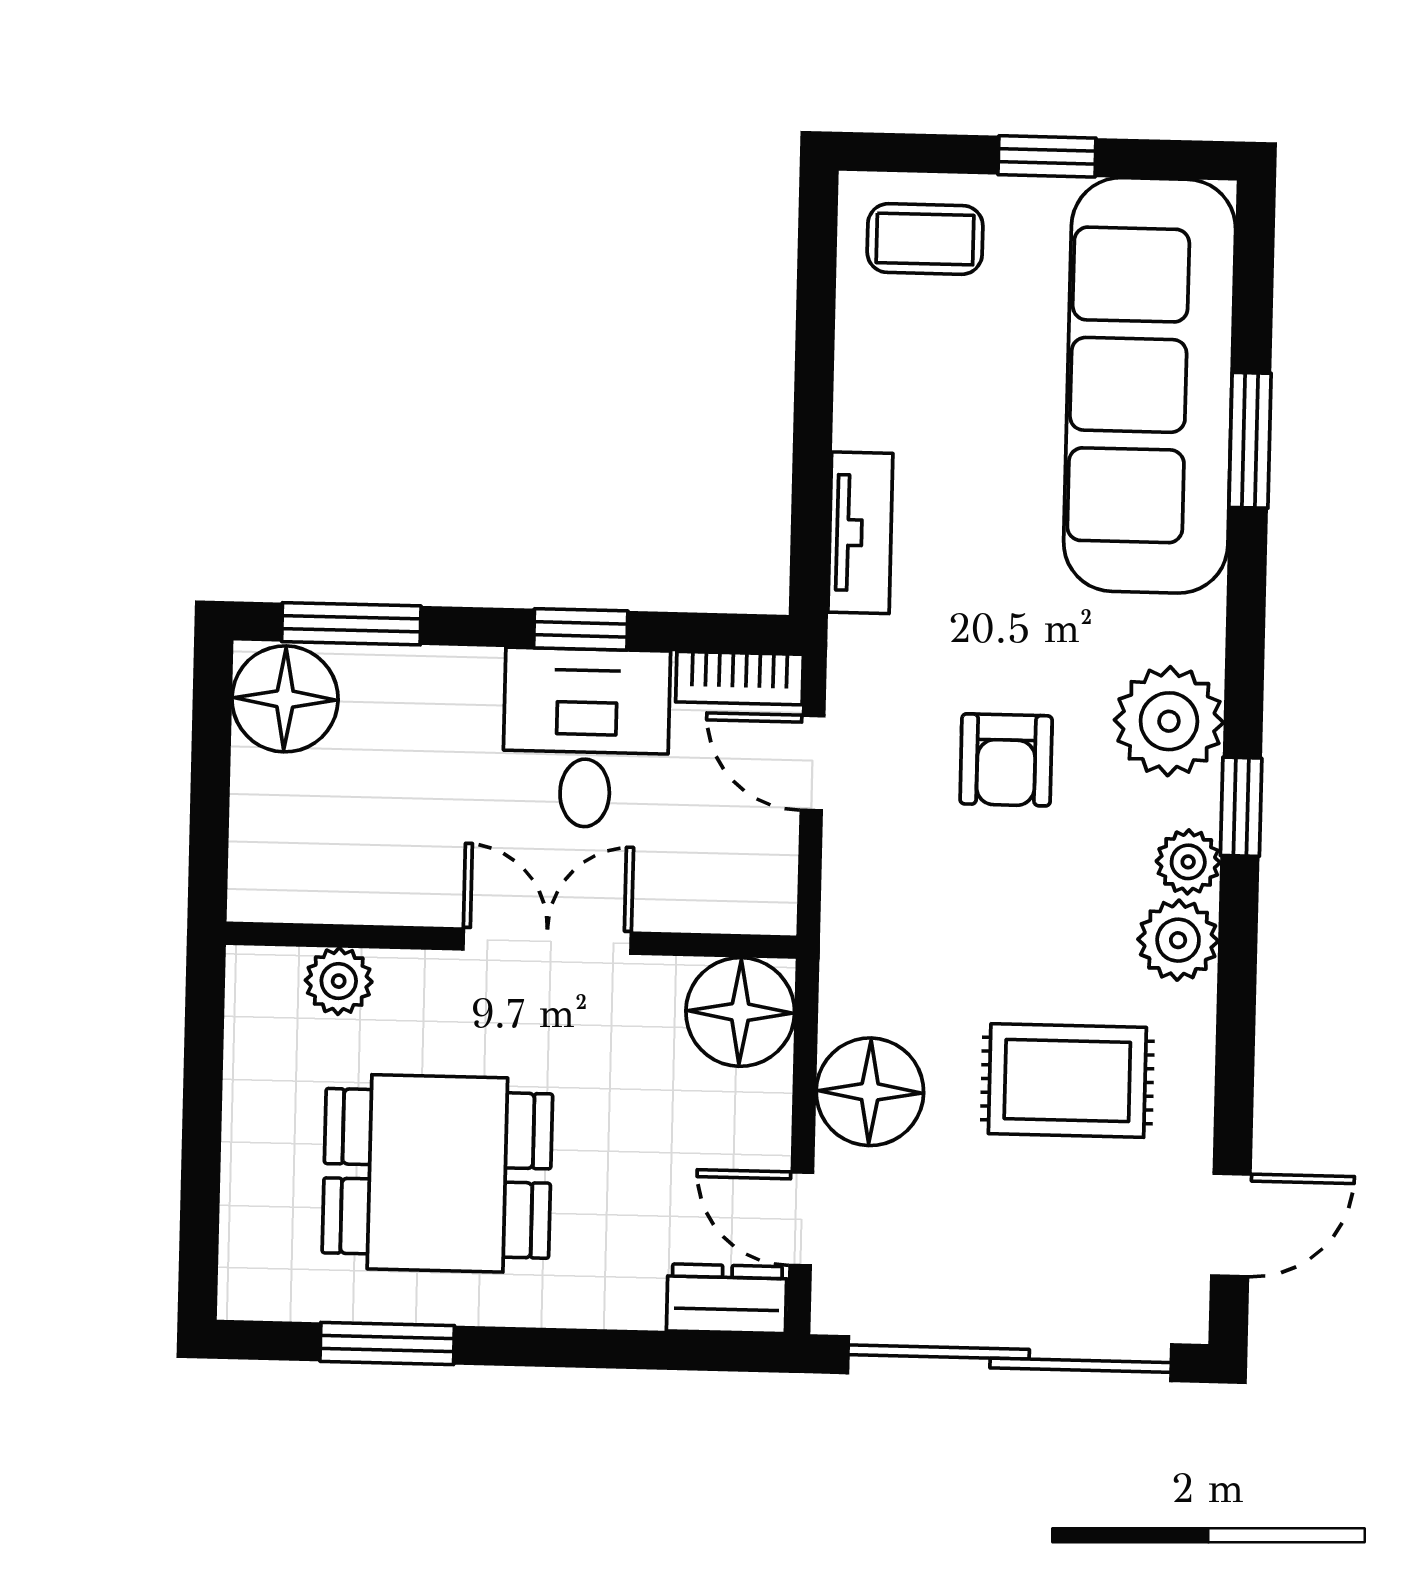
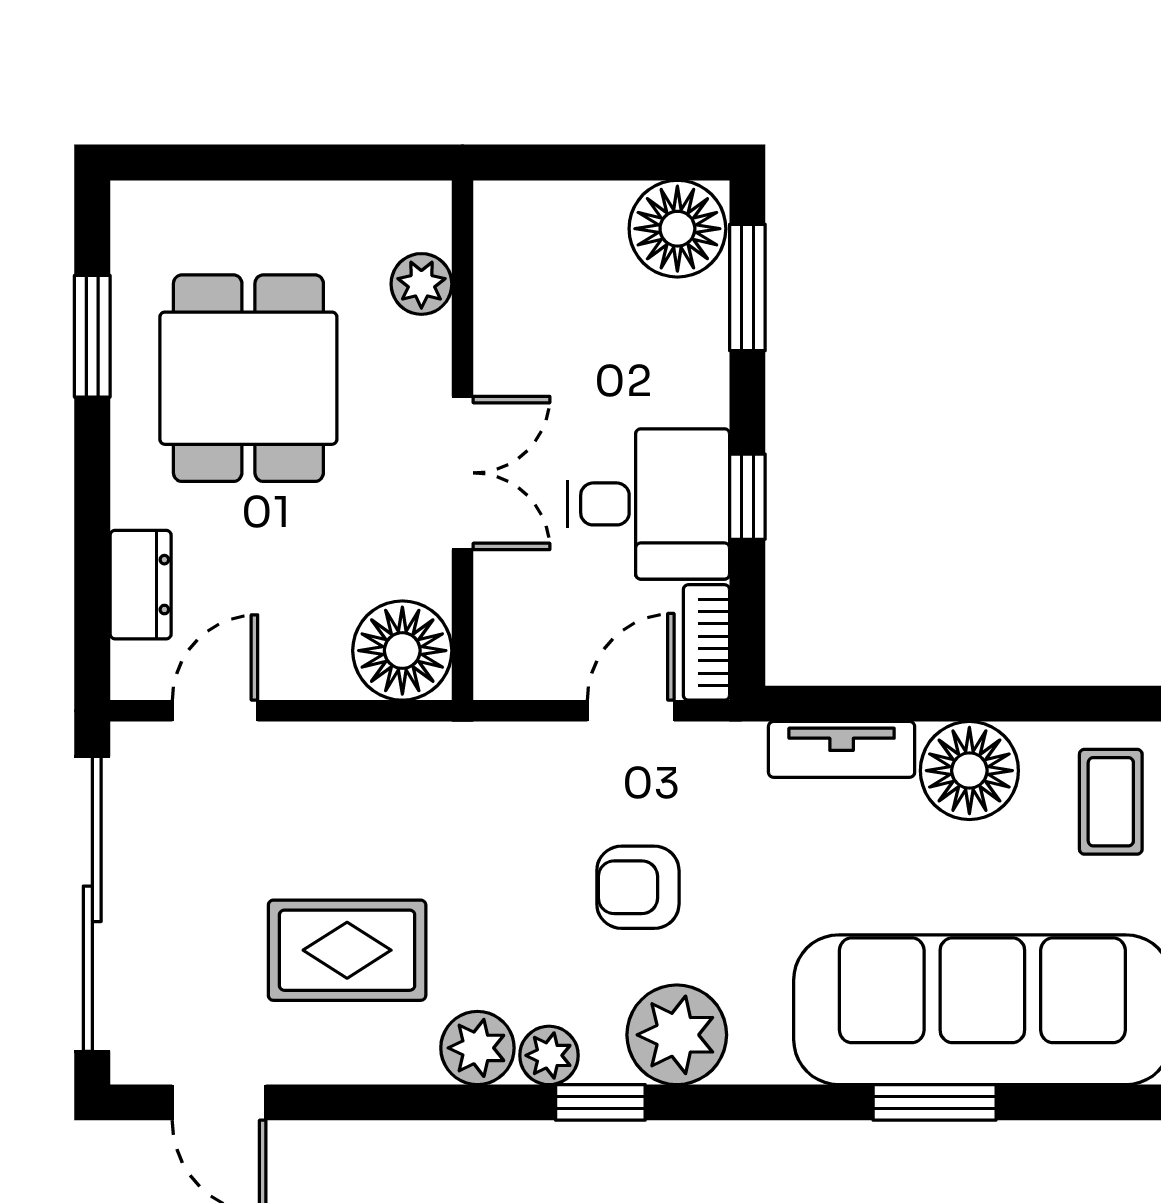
rug: (1067, 1081) -> (347, 950), turned 90
floor lamp: (870, 1092) -> (969, 771), moved
dresser: (727, 1299) -> (141, 585), moved

